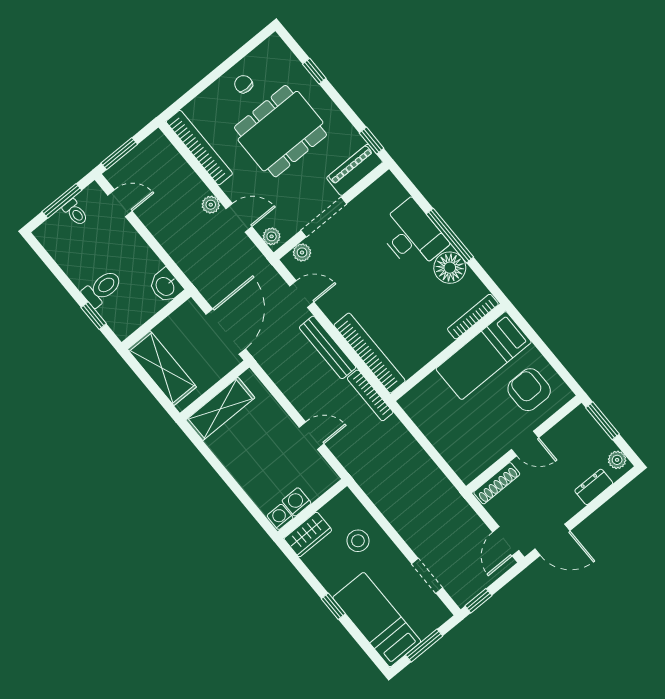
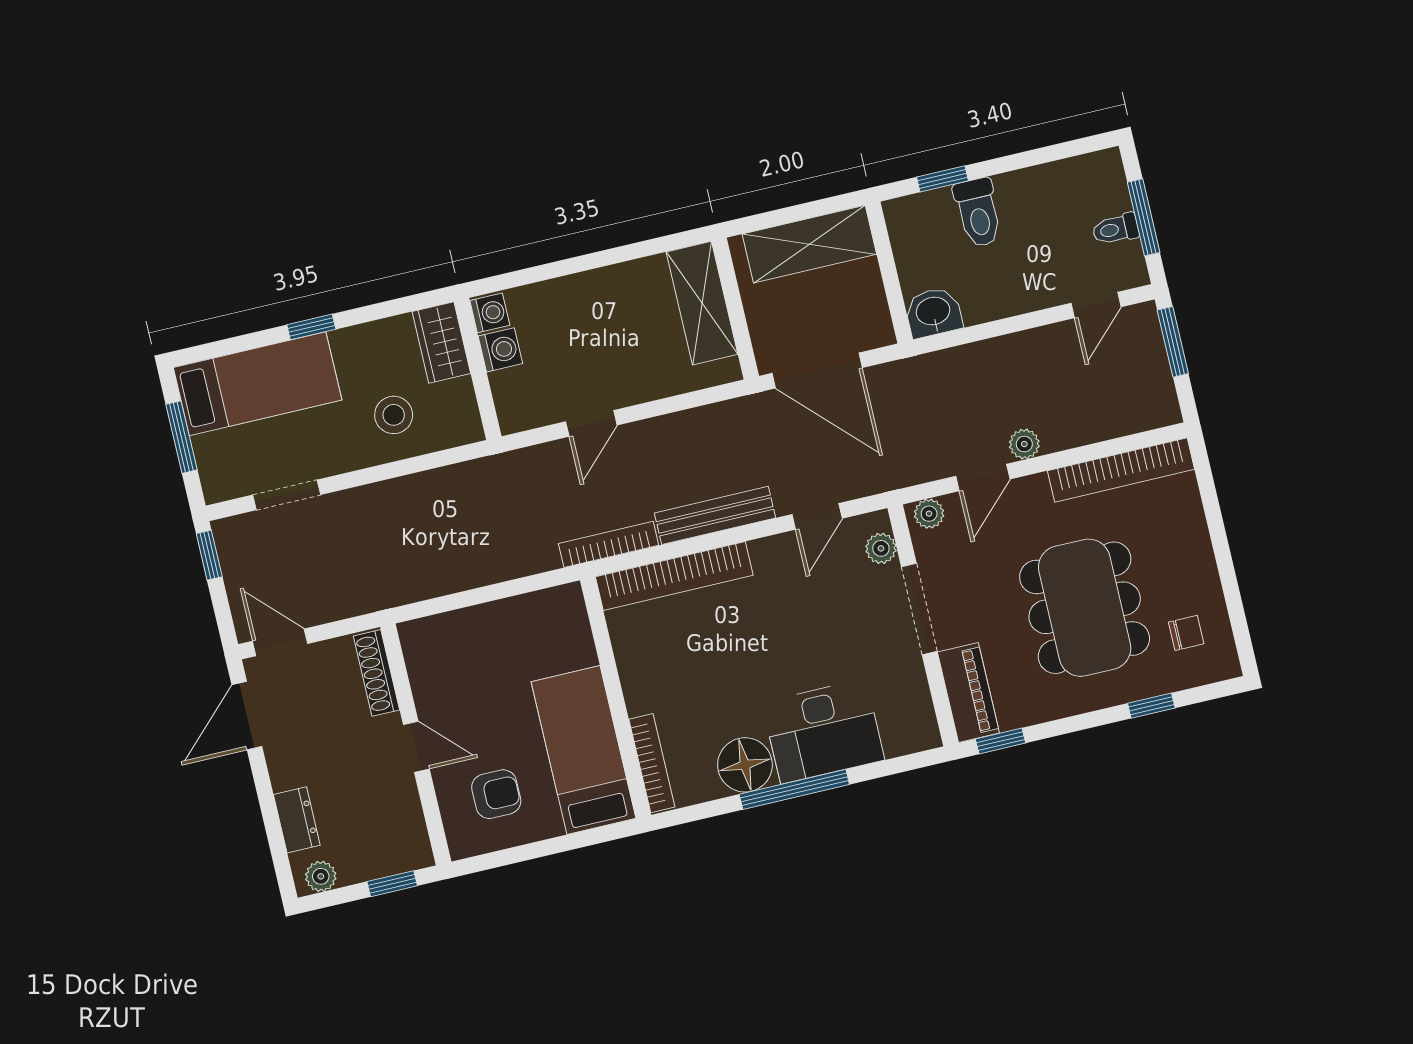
chair: (244, 84) -> (1186, 633), moved
armchair: (529, 390) -> (496, 794), width x0.72, depth x0.72
window: (603, 421) -> (392, 884), width x0.67
door: (525, 443) -> (416, 747), swing flipped

